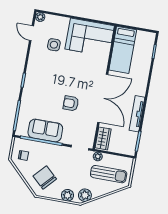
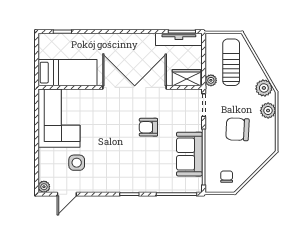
armchair: (71, 103) -> (148, 127), turned 90
tv unit: (137, 114) -> (179, 39), moved
chair: (45, 177) -> (237, 129), moved, turned 50

